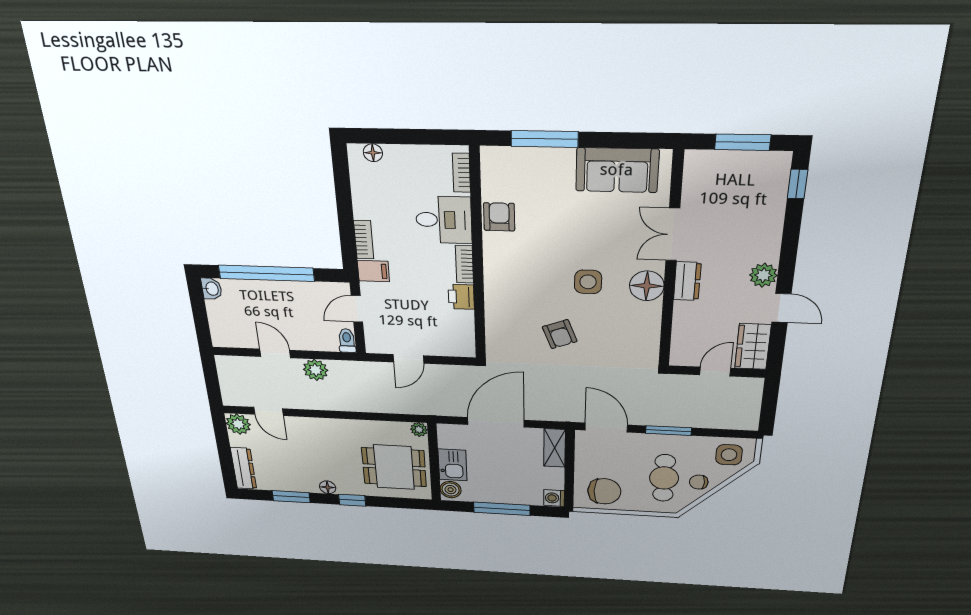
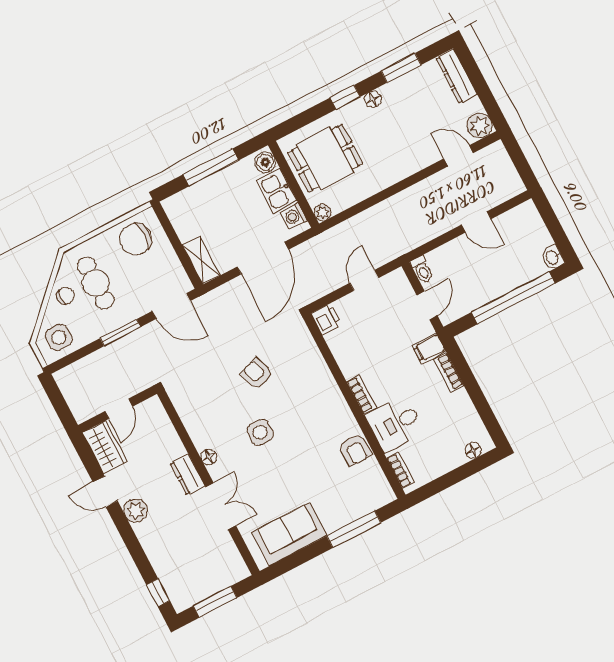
floor lamp: (647, 286) -> (209, 457), width x0.53, depth x0.53
printer: (461, 297) -> (326, 319), moved
plant: (316, 370) -> (436, 224), removed
washing machine: (554, 498) -> (294, 216), moved, turned 180

